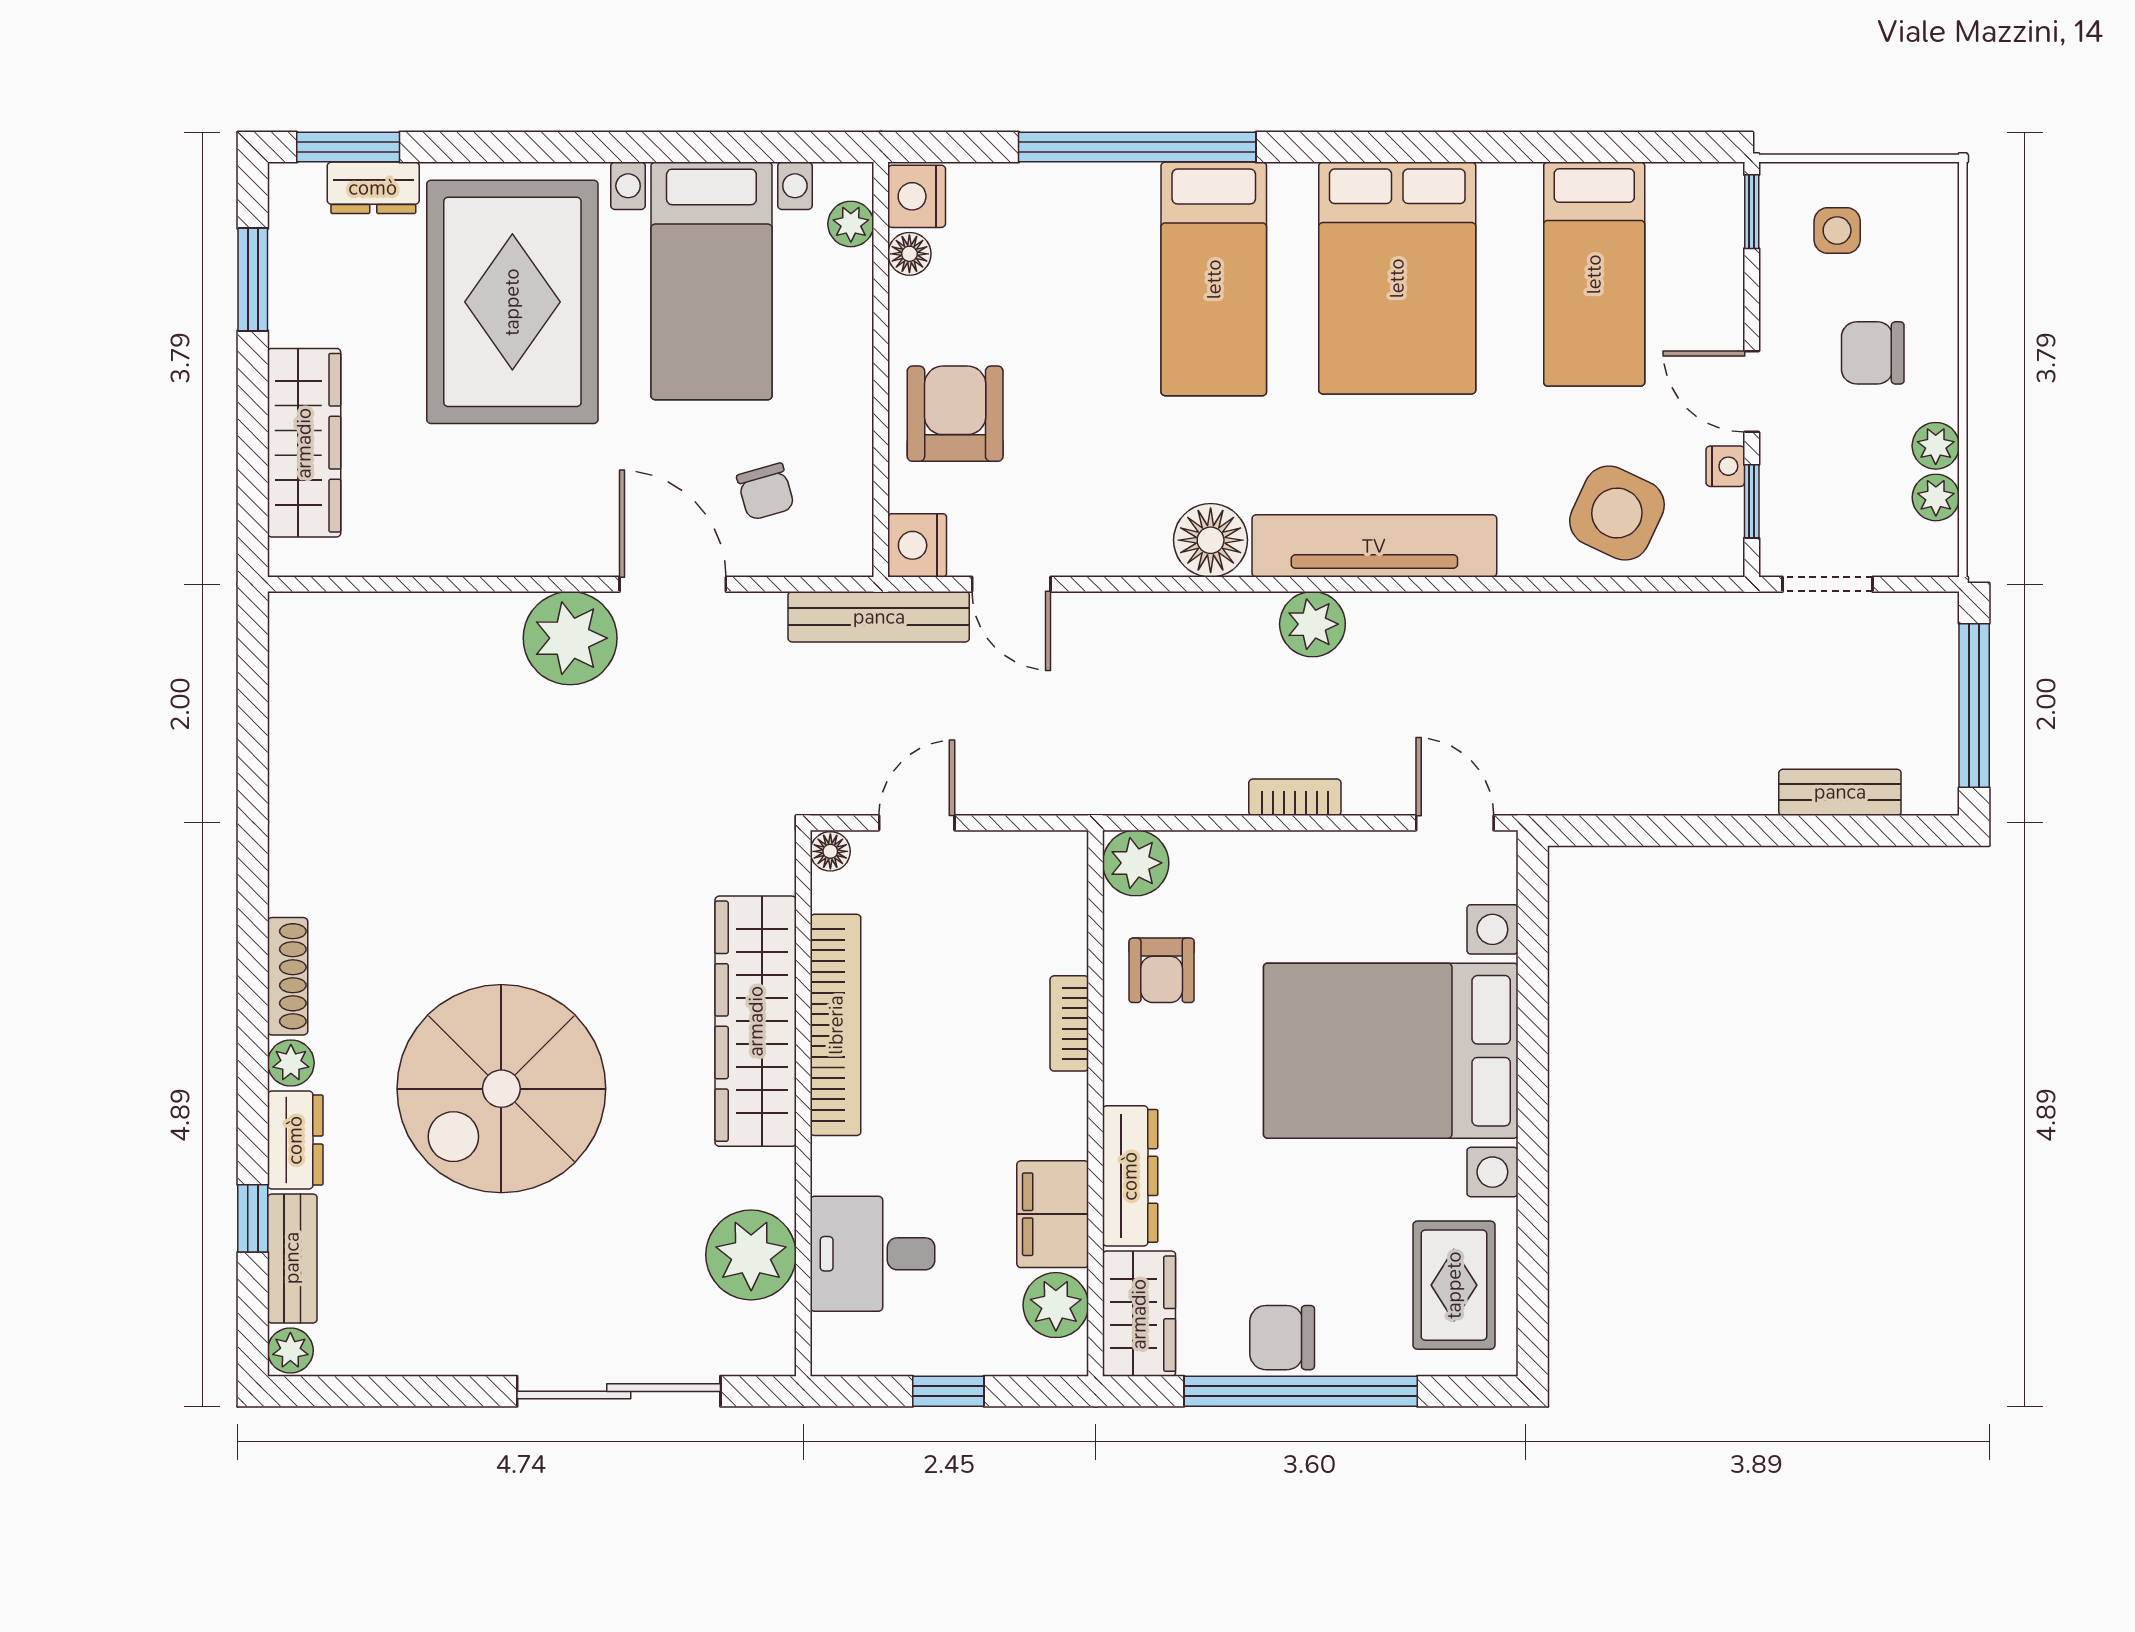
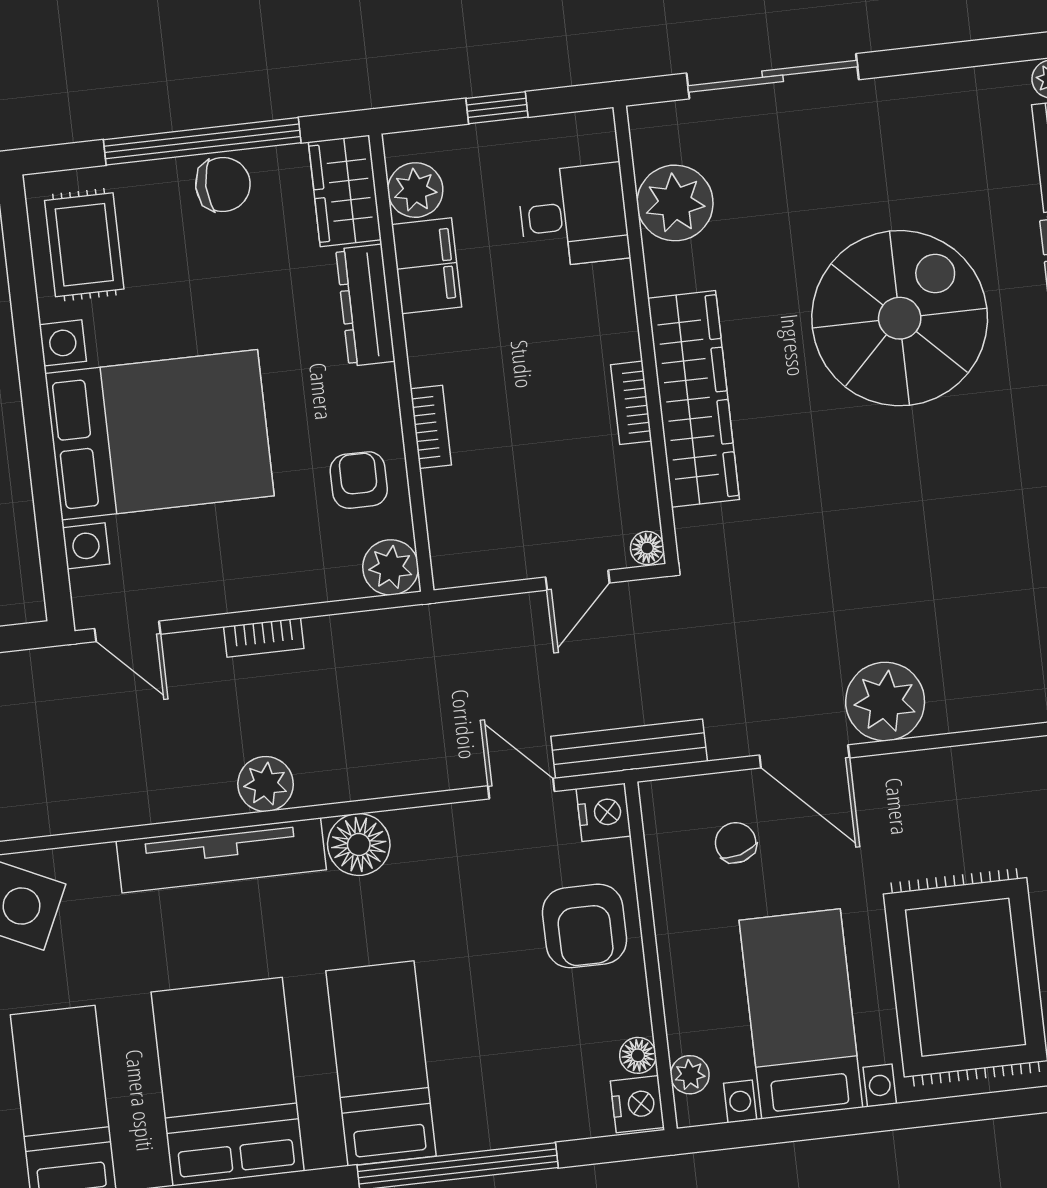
bookcase: (836, 1025) -> (631, 403), width x0.43, depth x0.76

